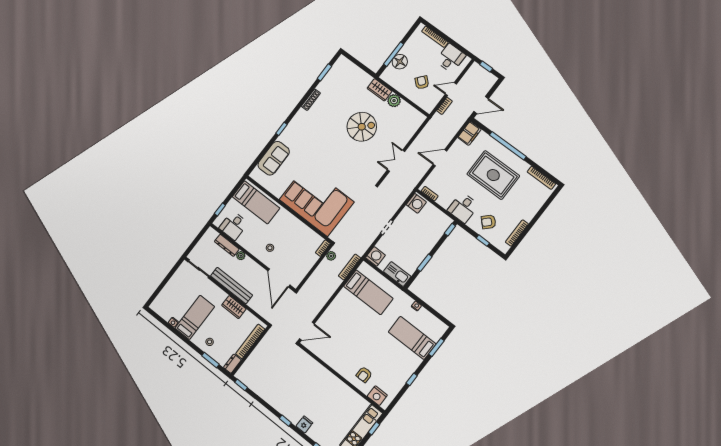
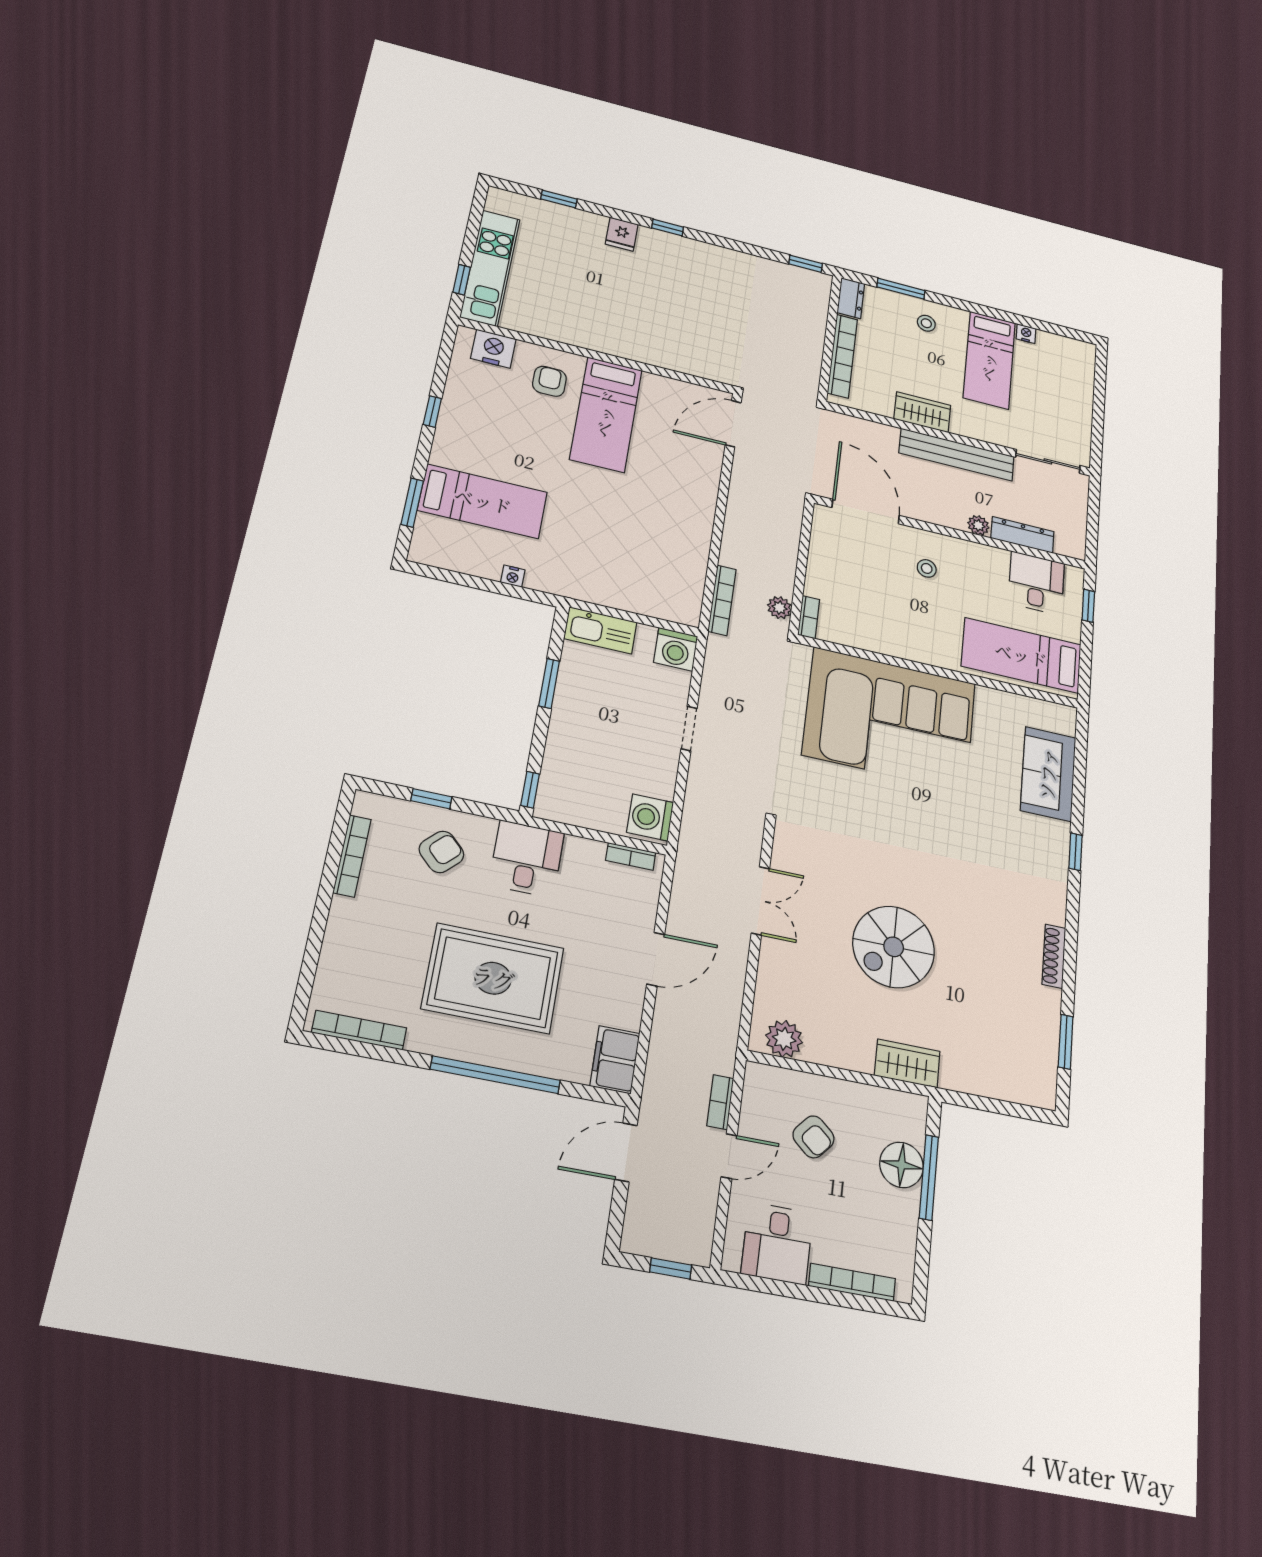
plant: (394, 101) -> (784, 1039), moved
bed: (368, 292) -> (606, 414), moved, turned -90

